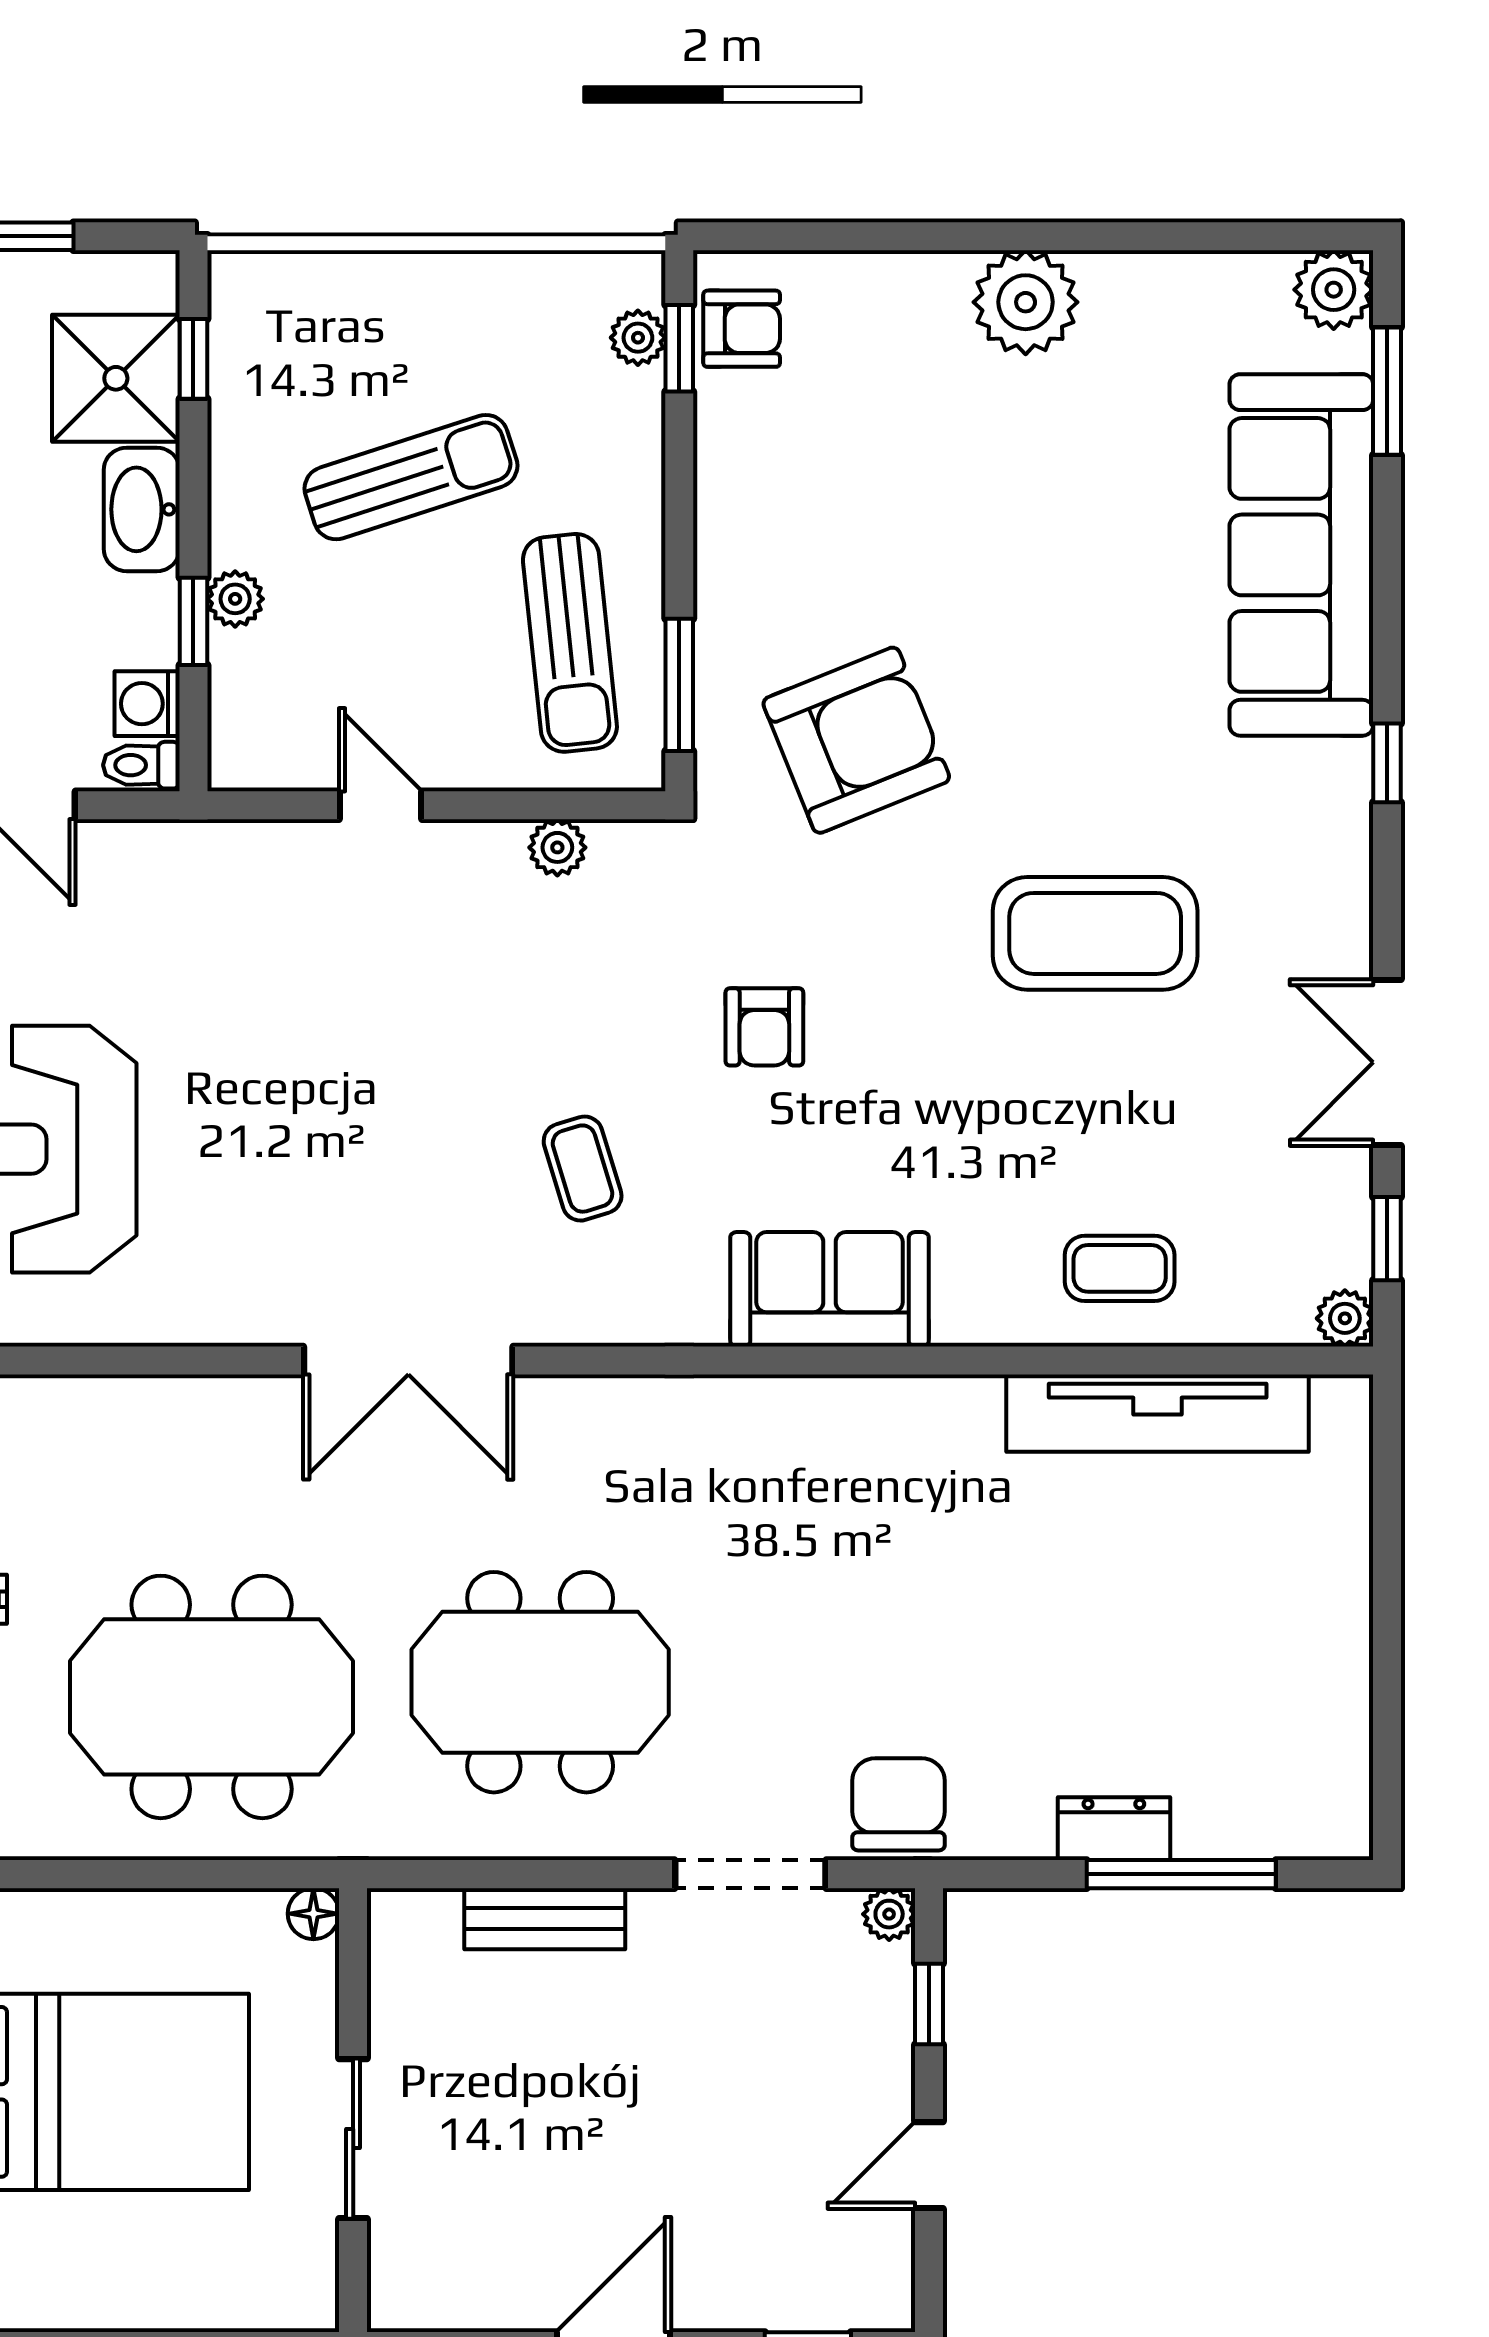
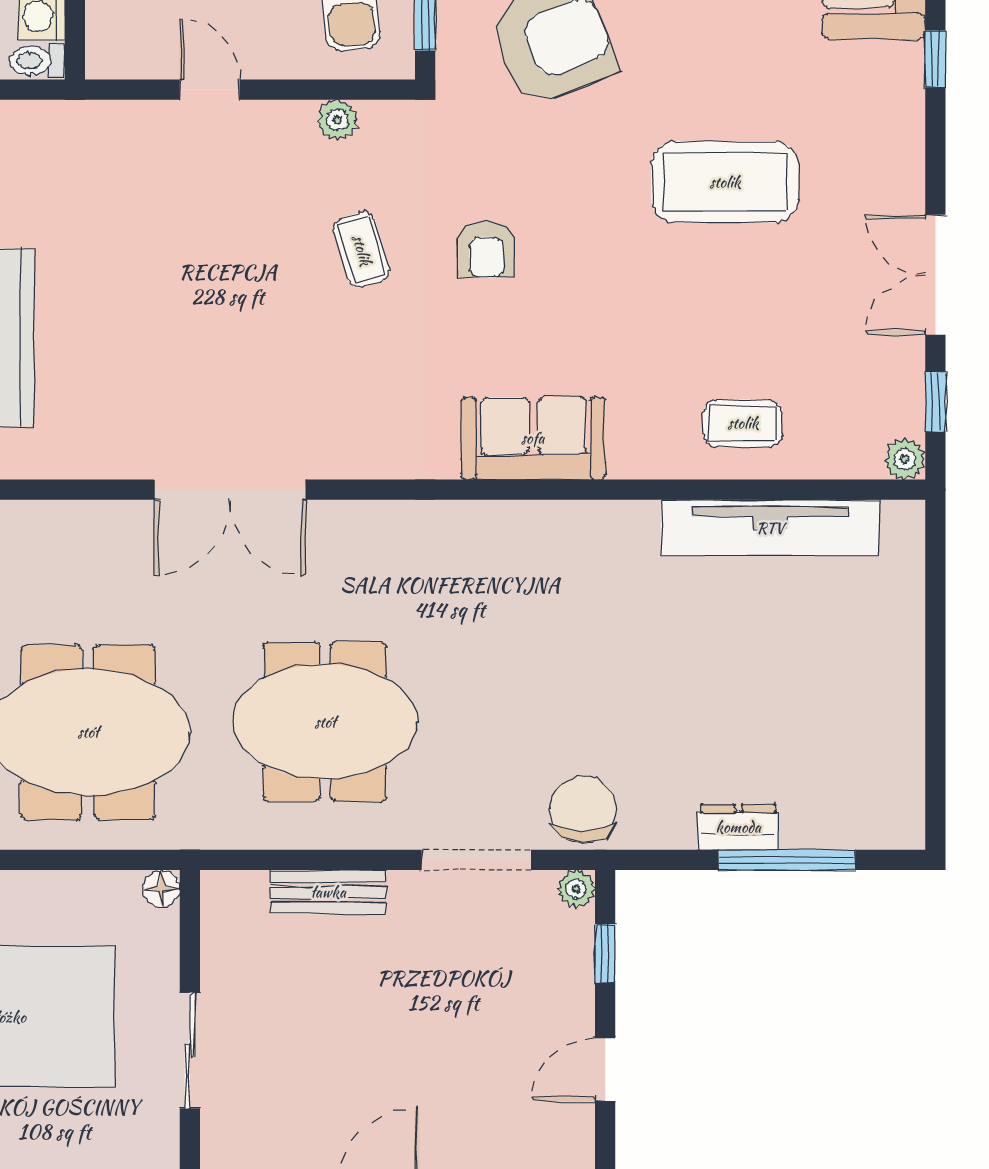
coffee table: (583, 1169) -> (362, 250), moved

